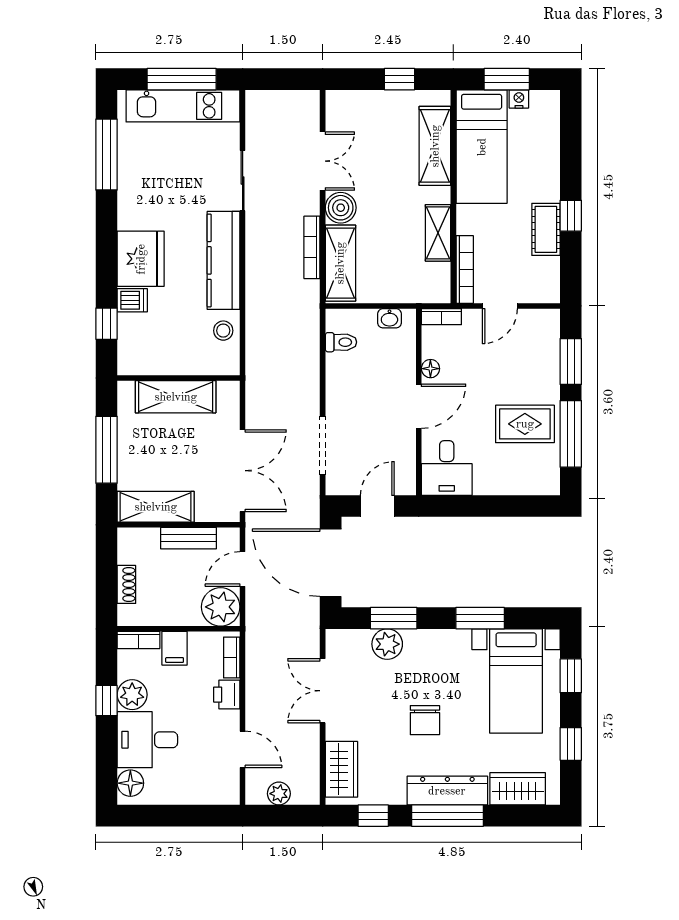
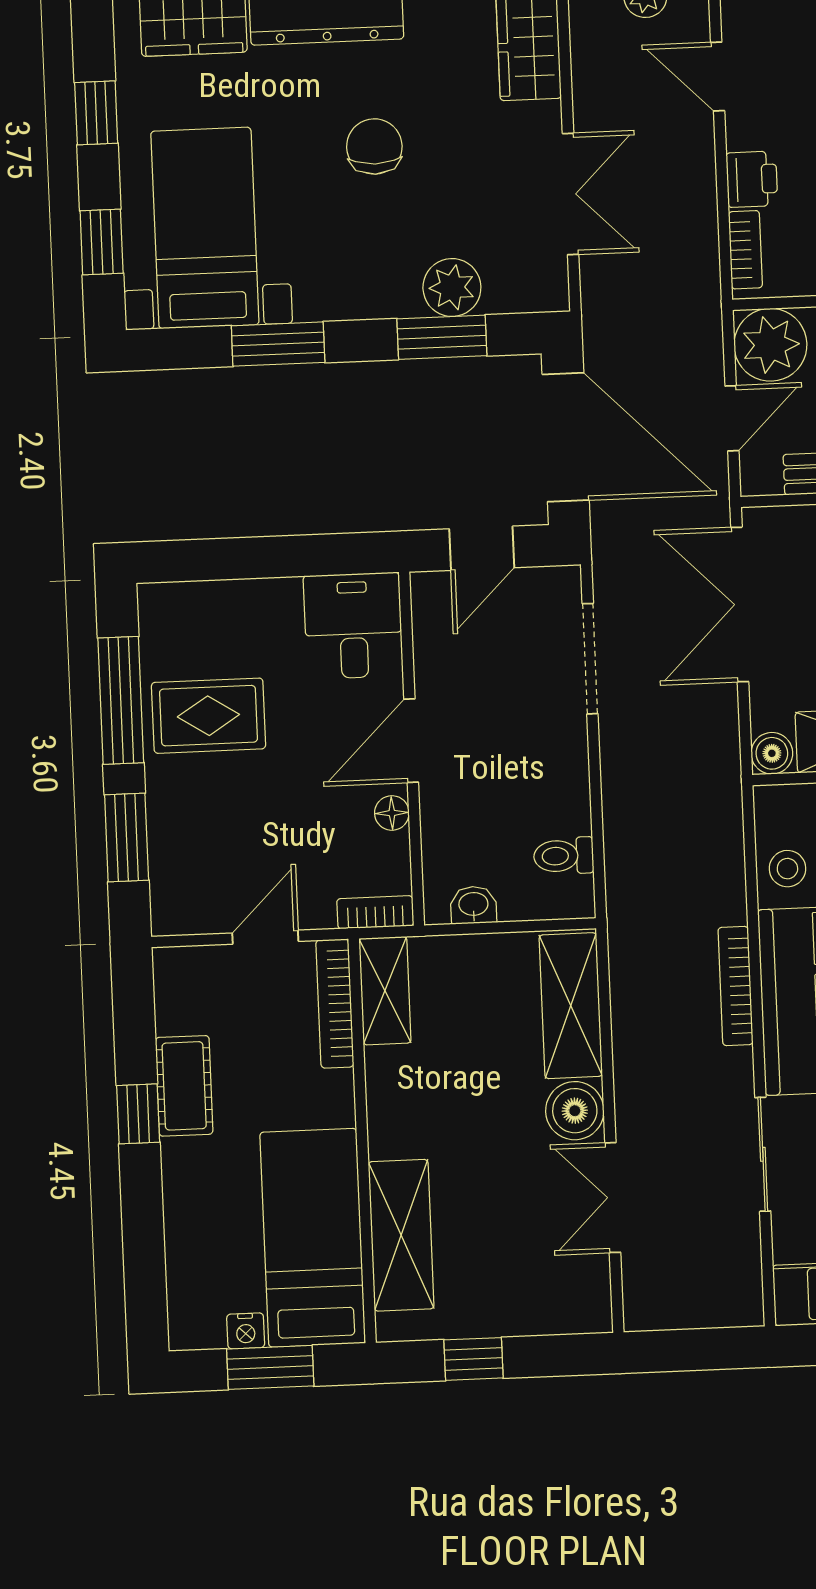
shelving: (438, 233) -> (385, 991), moved
bookcase: (312, 247) -> (736, 986), moved, turned 180
boiler: (229, 392) -> (772, 753), added

